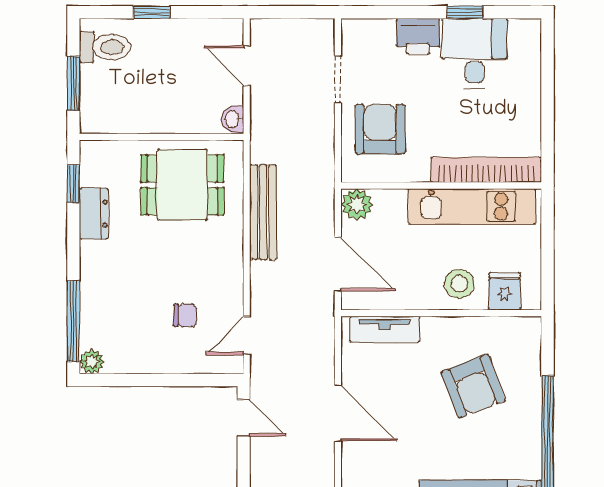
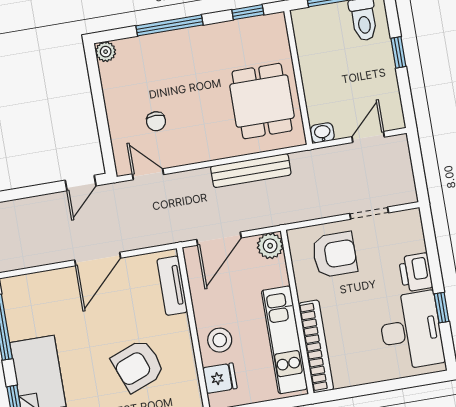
desk: (474, 53) -> (411, 331), width x1.37
dresser: (94, 214) -> (226, 33), removed
window: (73, 321) -> (170, 25), moved

